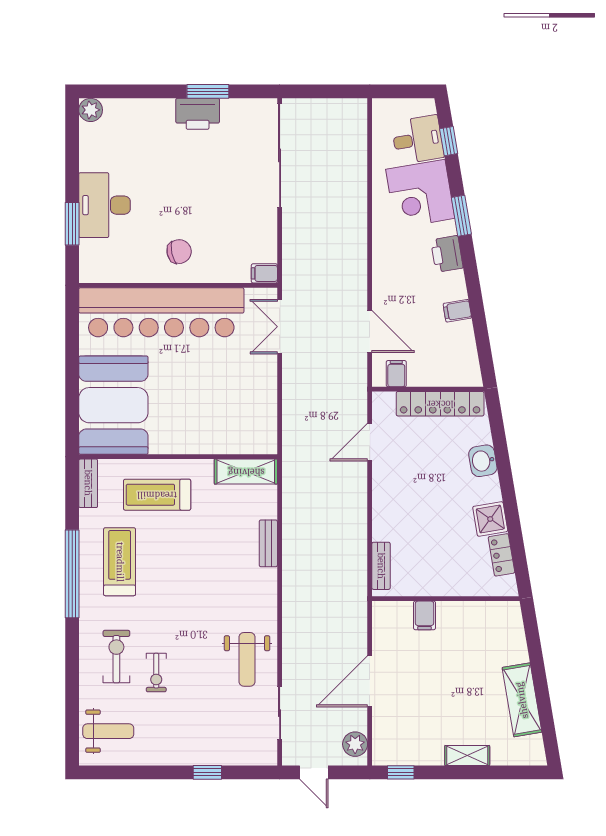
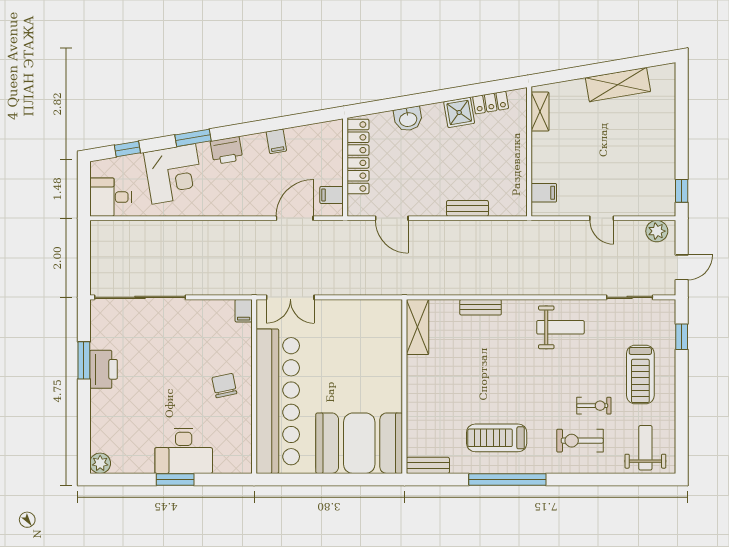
desk: (418, 140) -> (111, 197), moved, turned -80
window: (72, 224) -> (175, 480), moved
treadmill: (157, 495) -> (640, 374), moved
bench: (381, 566) -> (467, 208), moved
filing cabinet: (424, 615) -> (544, 193), moved
weight bench: (247, 659) -> (560, 327), moved
door: (370, 681) -> (602, 218), width x0.53
shelving: (467, 756) -> (540, 112), moved
window: (207, 772) -> (682, 337), moved

